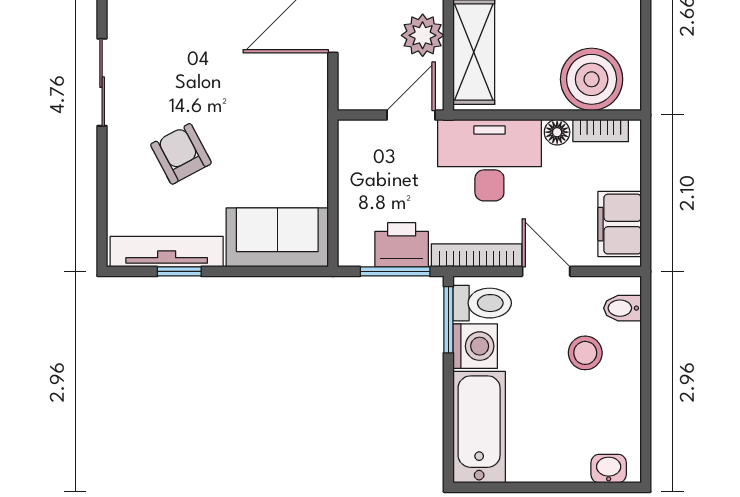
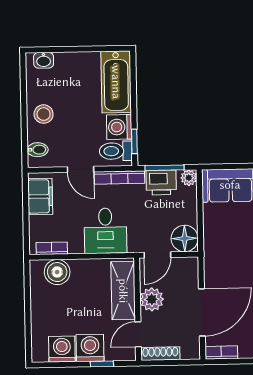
boiler: (592, 79) -> (57, 272), width x0.73, depth x0.73
floor lamp: (557, 132) -> (185, 238), moved, width x1.89, depth x1.89
desk: (489, 160) -> (105, 231), width x0.73
plant: (352, 252) -> (189, 178), added
window: (448, 320) -> (134, 141), width x0.67
stool: (585, 353) -> (44, 114), moved

